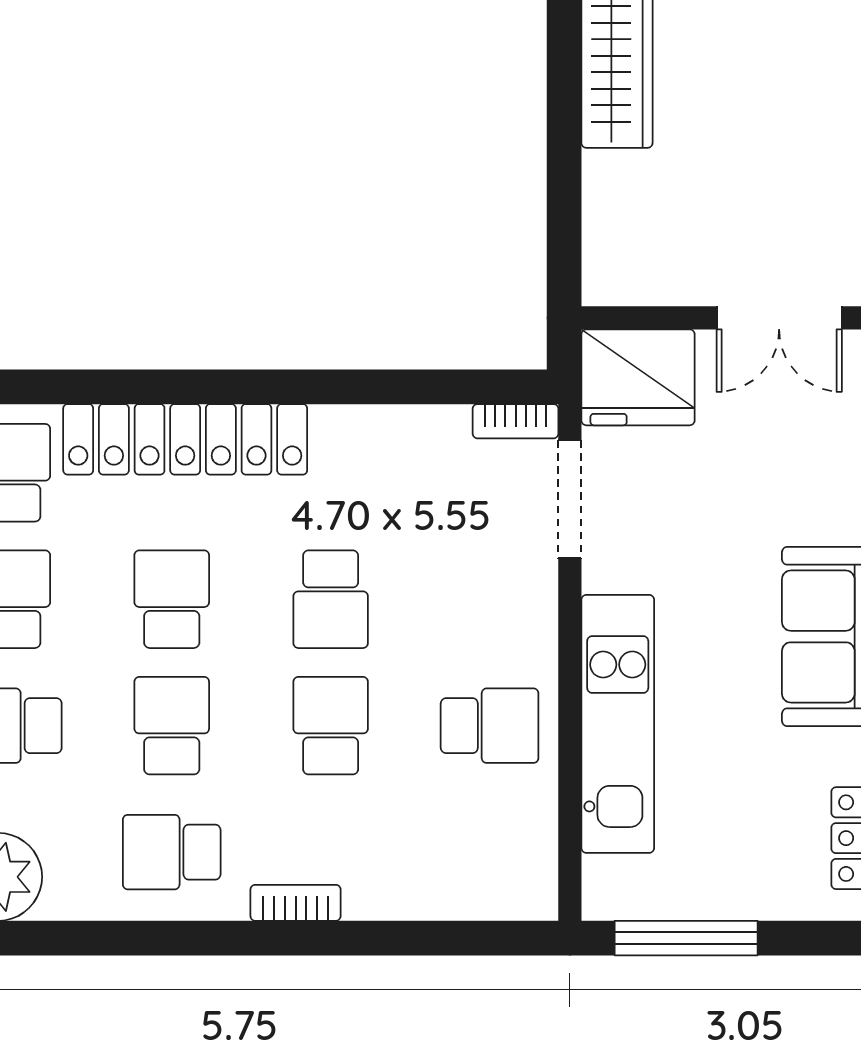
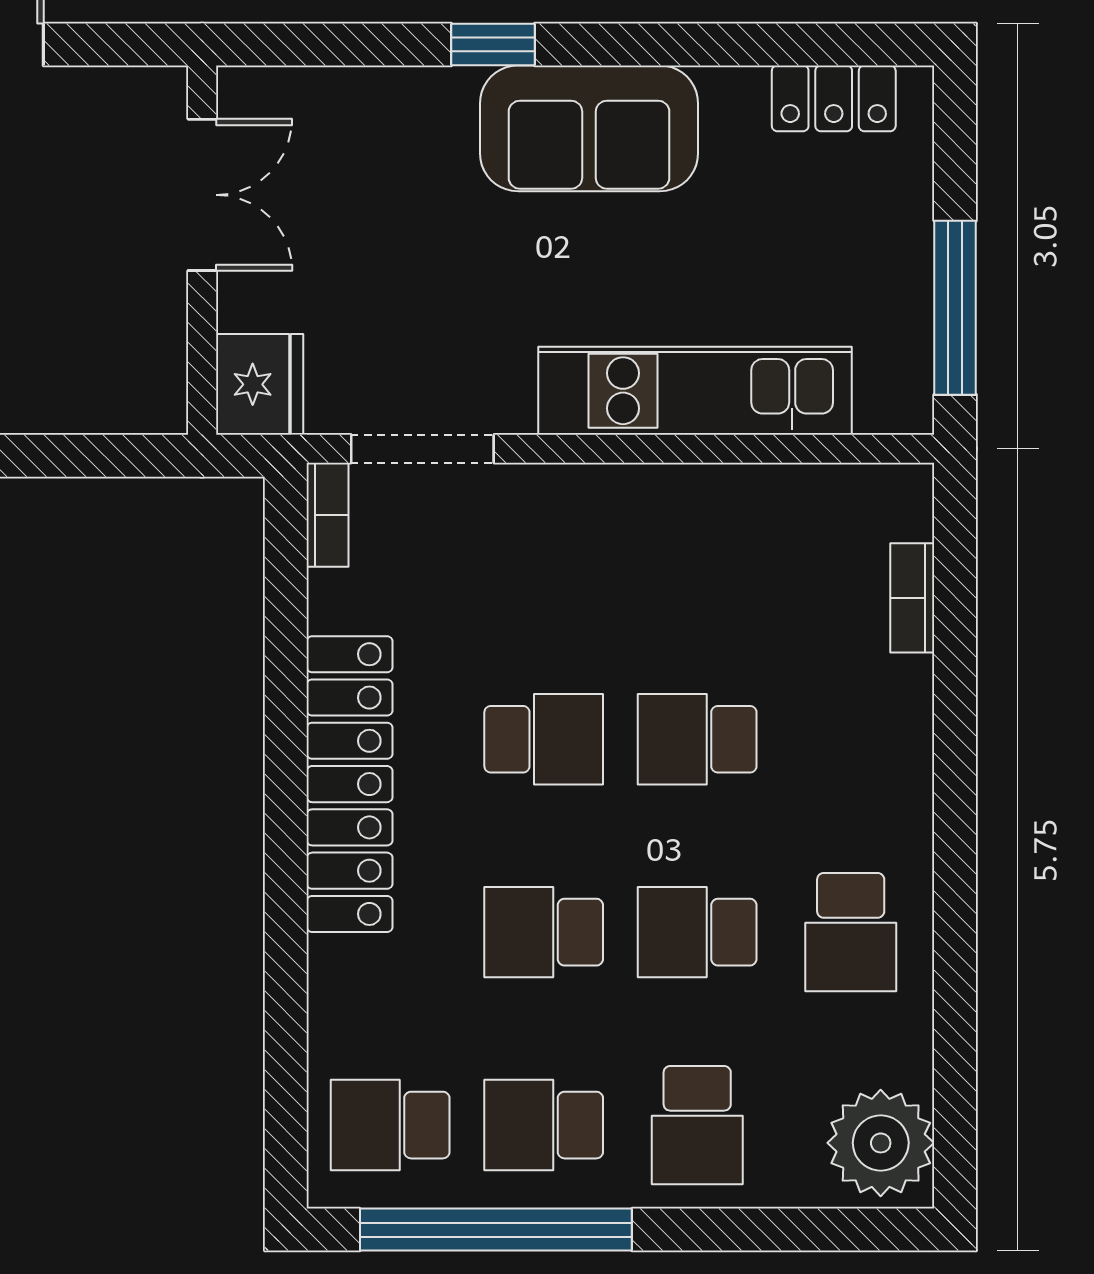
fridge: (638, 377) -> (260, 384), width x0.73, depth x0.75
locker: (185, 439) -> (350, 784), moved
school desk: (490, 726) -> (697, 546), removed
bookcase: (296, 903) -> (912, 598), moved

